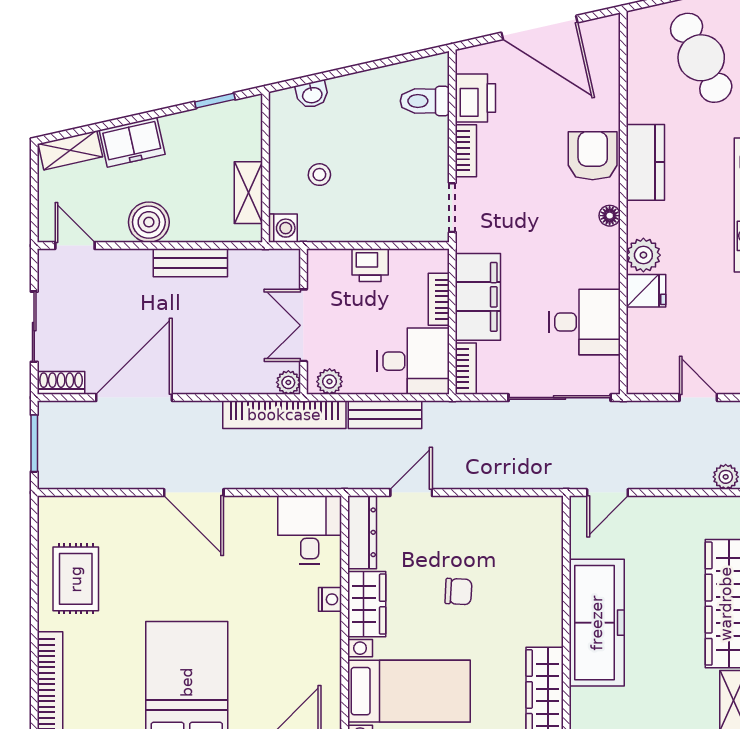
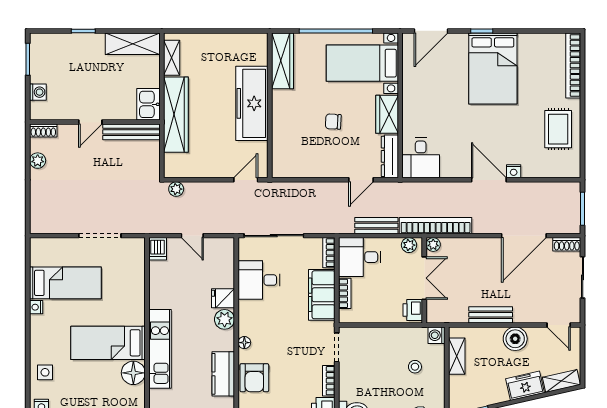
printer: (370, 265) -> (413, 310), moved, turned -90
nightstand: (330, 599) -> (514, 171), moved, turned -90

